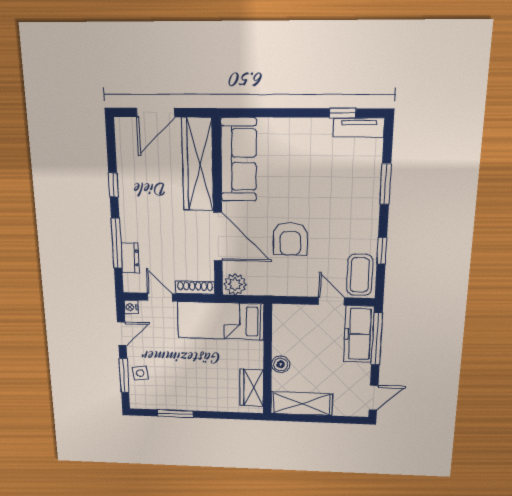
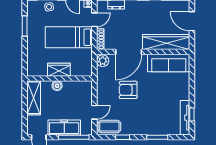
tv unit: (359, 128) -> (185, 118), width x1.41
bed: (221, 321) -> (69, 37), moved, turned -90
freezer: (359, 334) -> (64, 127), moved
wardrobe: (252, 388) -> (59, 70), moved

